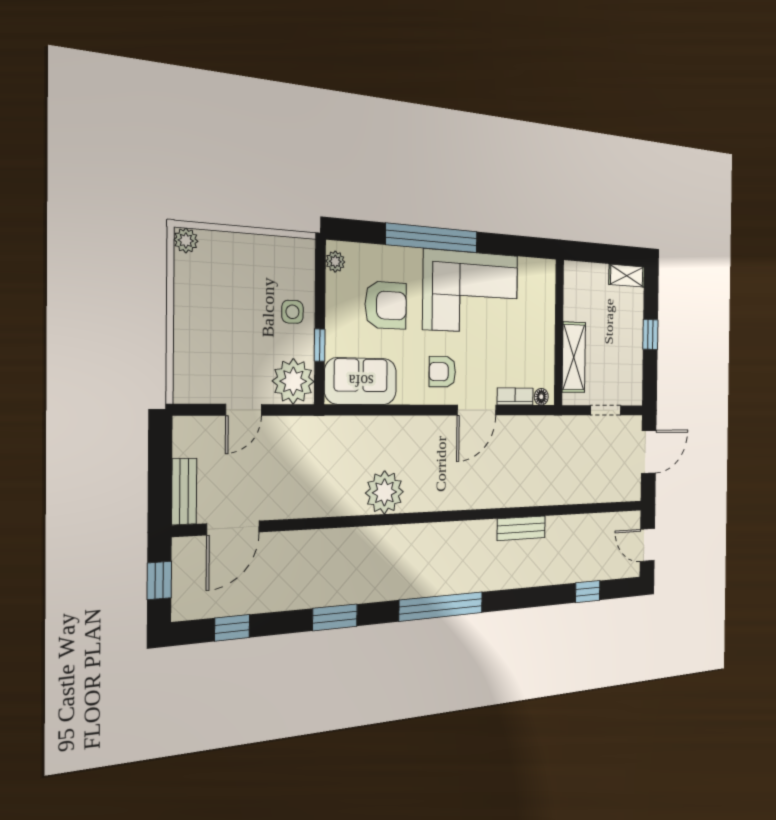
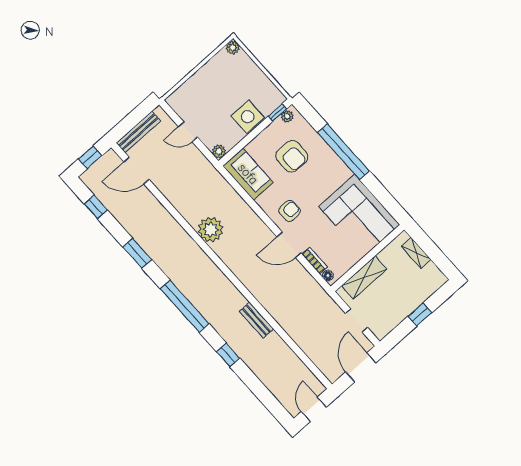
shelving: (627, 276) -> (416, 253), moved
corner sofa: (471, 292) -> (359, 215), moved
side table: (292, 312) -> (248, 117), width x1.87, depth x1.87
window: (320, 345) -> (278, 112), moved
armchair: (442, 372) -> (290, 211), turned 88
plant: (293, 381) -> (219, 151), width x0.53, depth x0.53
door: (649, 452) -> (361, 367), swing flipped
bench: (184, 491) -> (138, 132), width x1.36
window: (588, 592) -> (228, 355), moved

